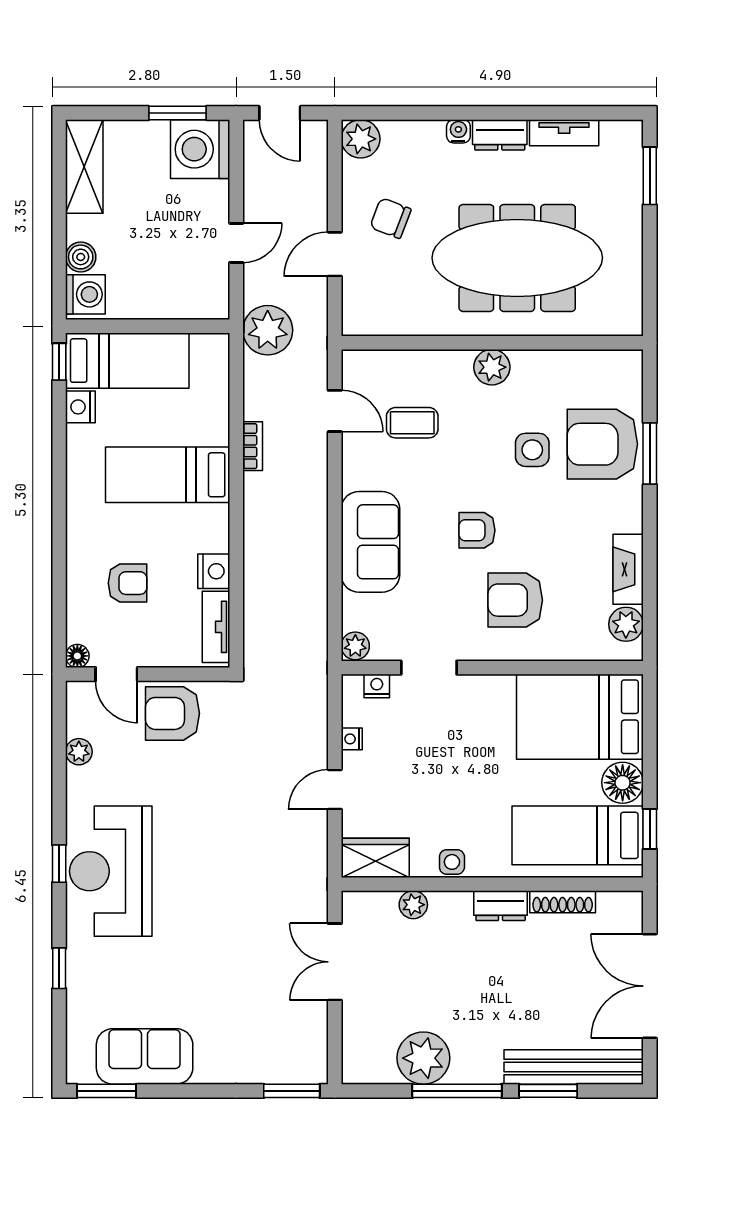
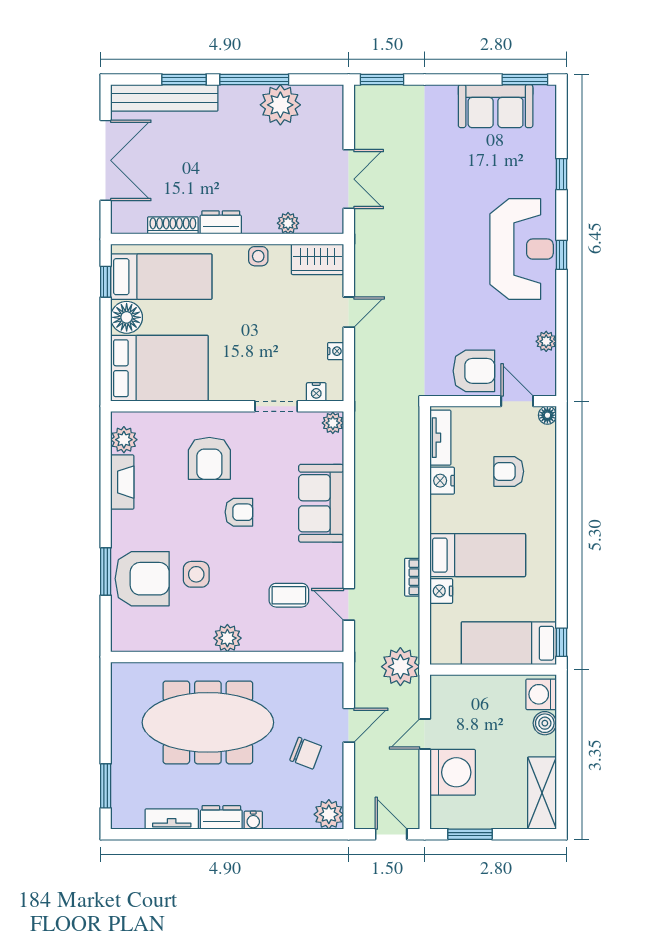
washing machine: (200, 149) -> (453, 772), moved
nightstand: (80, 407) -> (441, 591), moved, turned 180
armchair: (515, 600) -> (209, 458), turned 90

